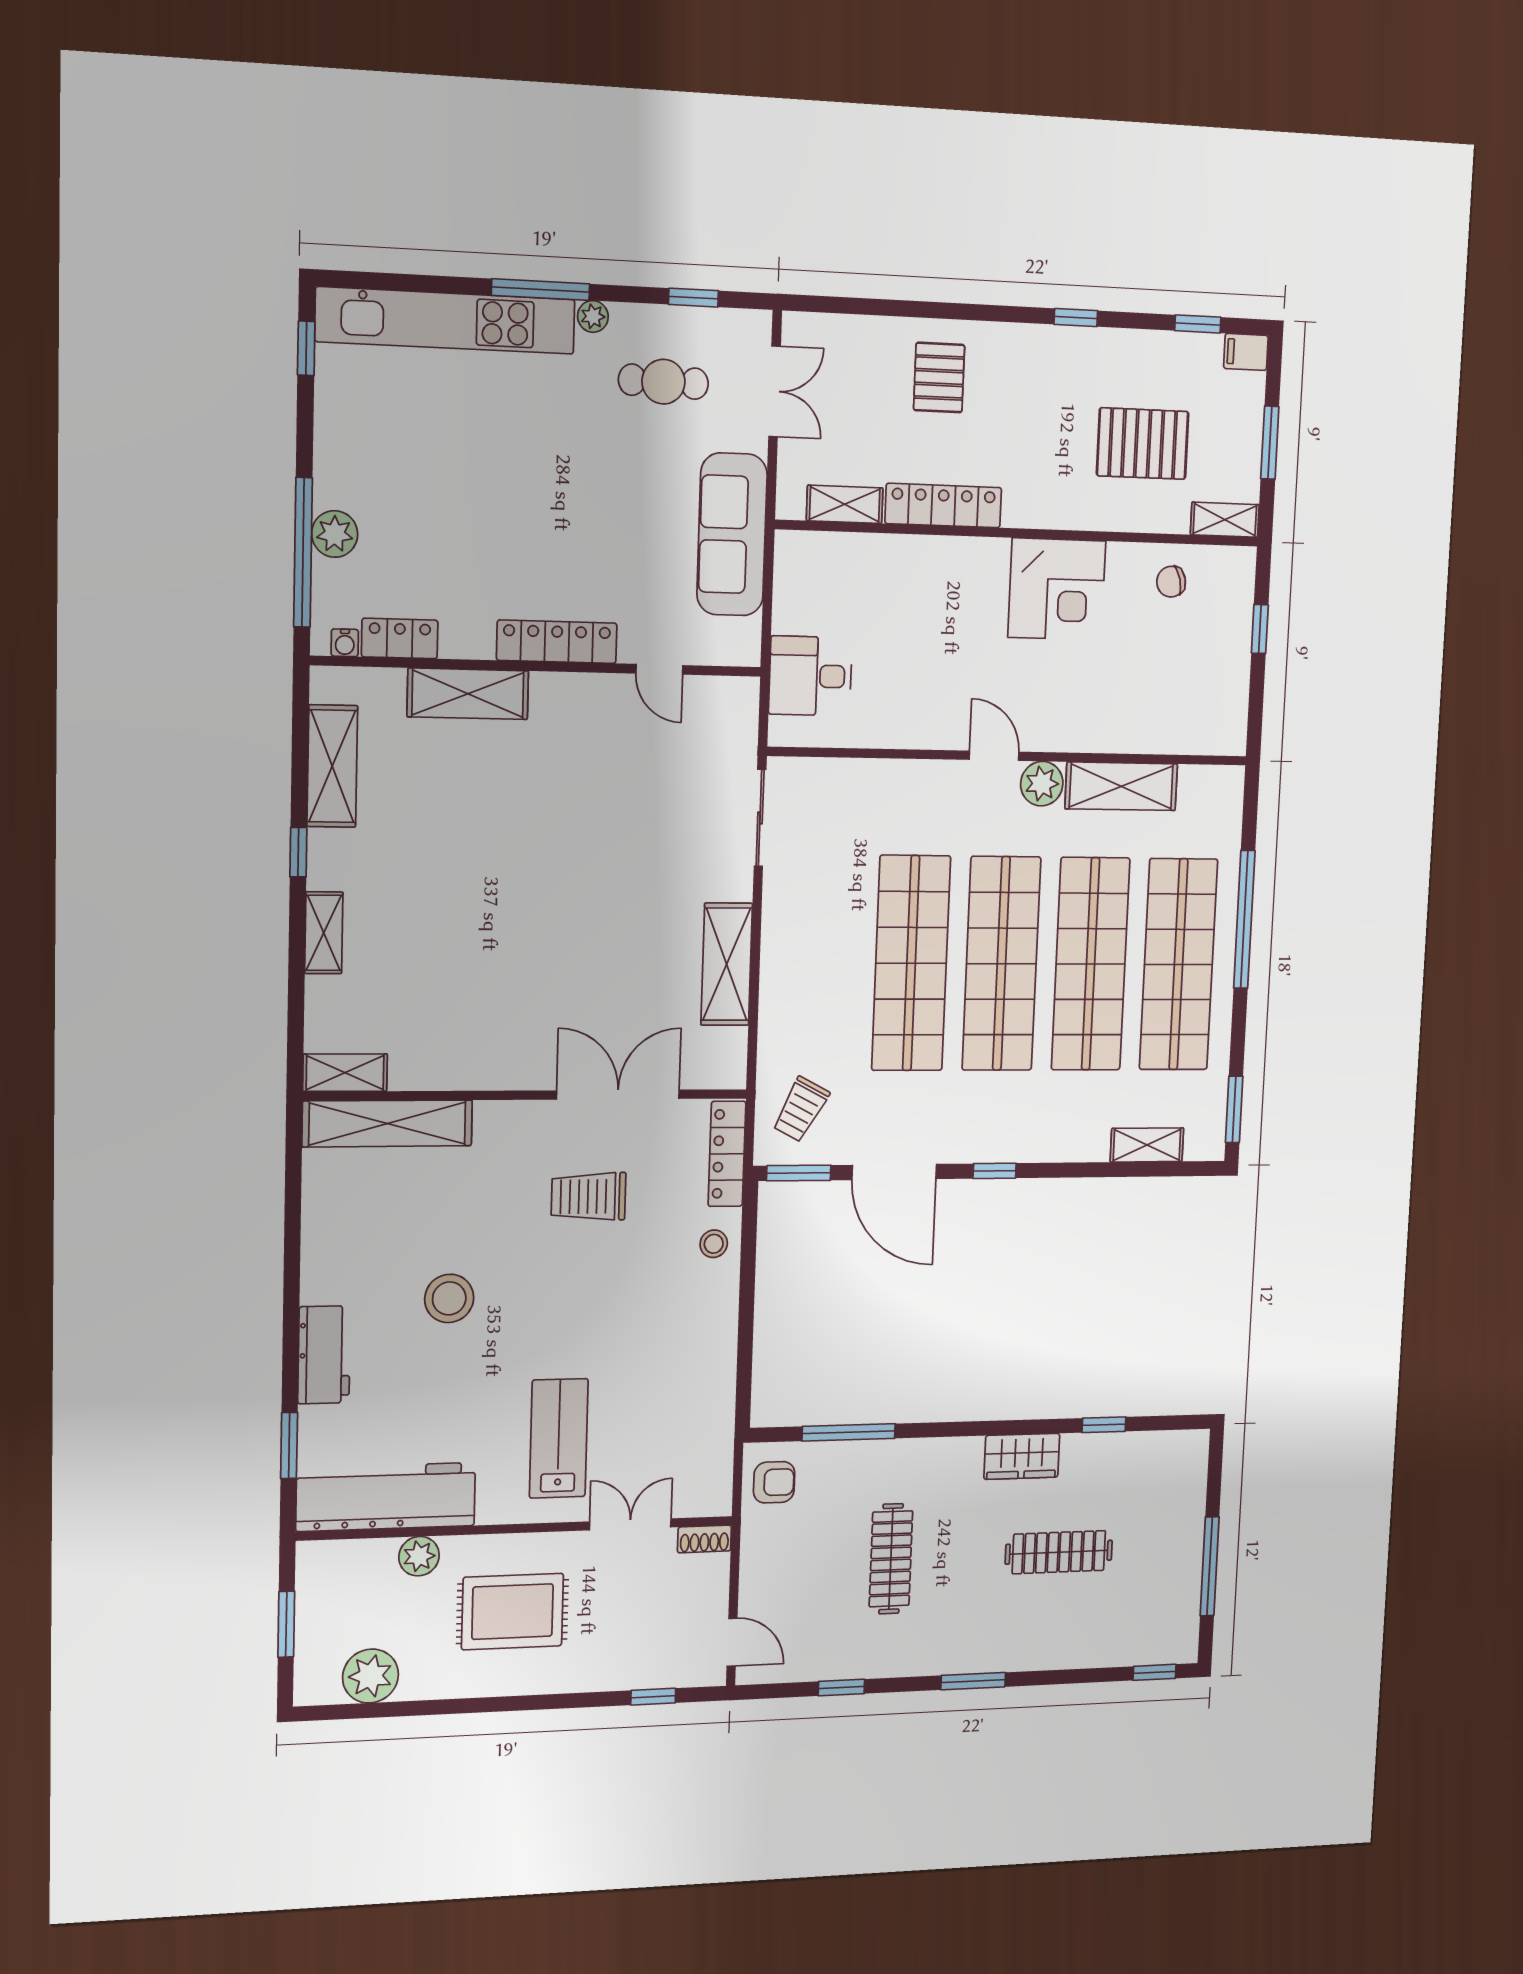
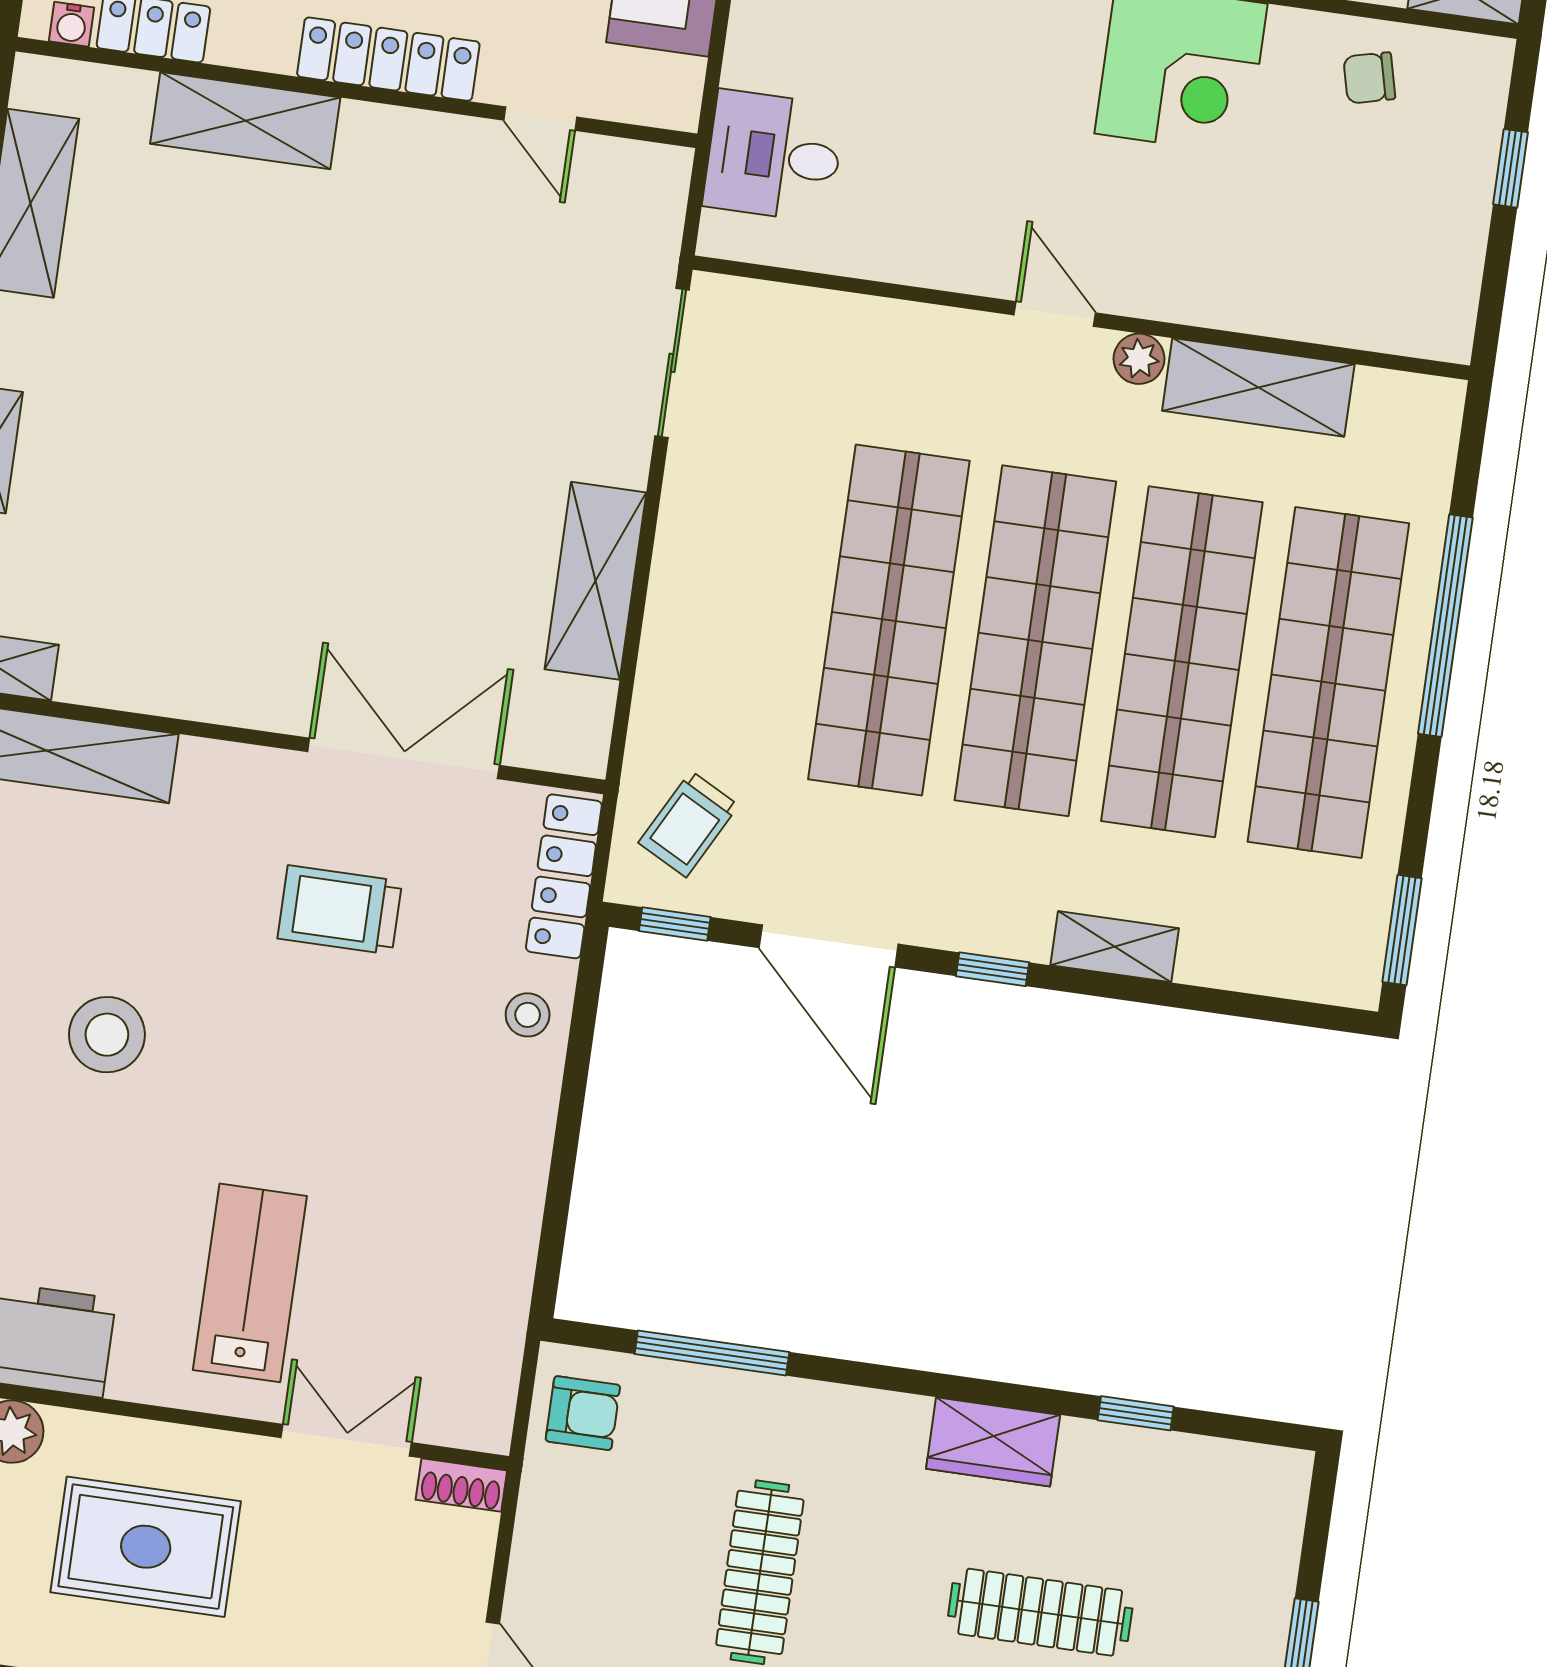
plant: (1042, 784) -> (1139, 359), width x0.73, depth x0.73
shelving: (1147, 1145) -> (1115, 947), moved
window: (799, 1173) -> (675, 924), width x0.67

